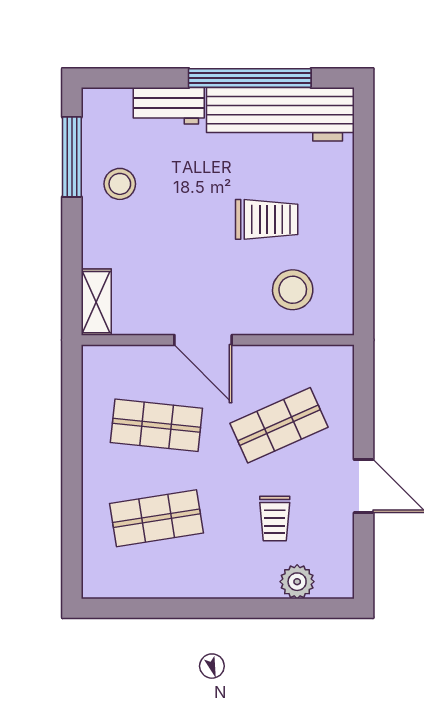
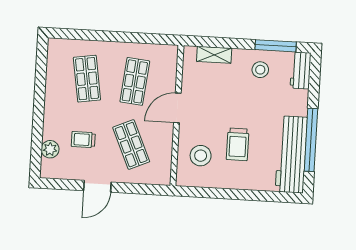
workbench: (169, 106) -> (301, 70), moved
shelving: (96, 302) -> (214, 55), moved

